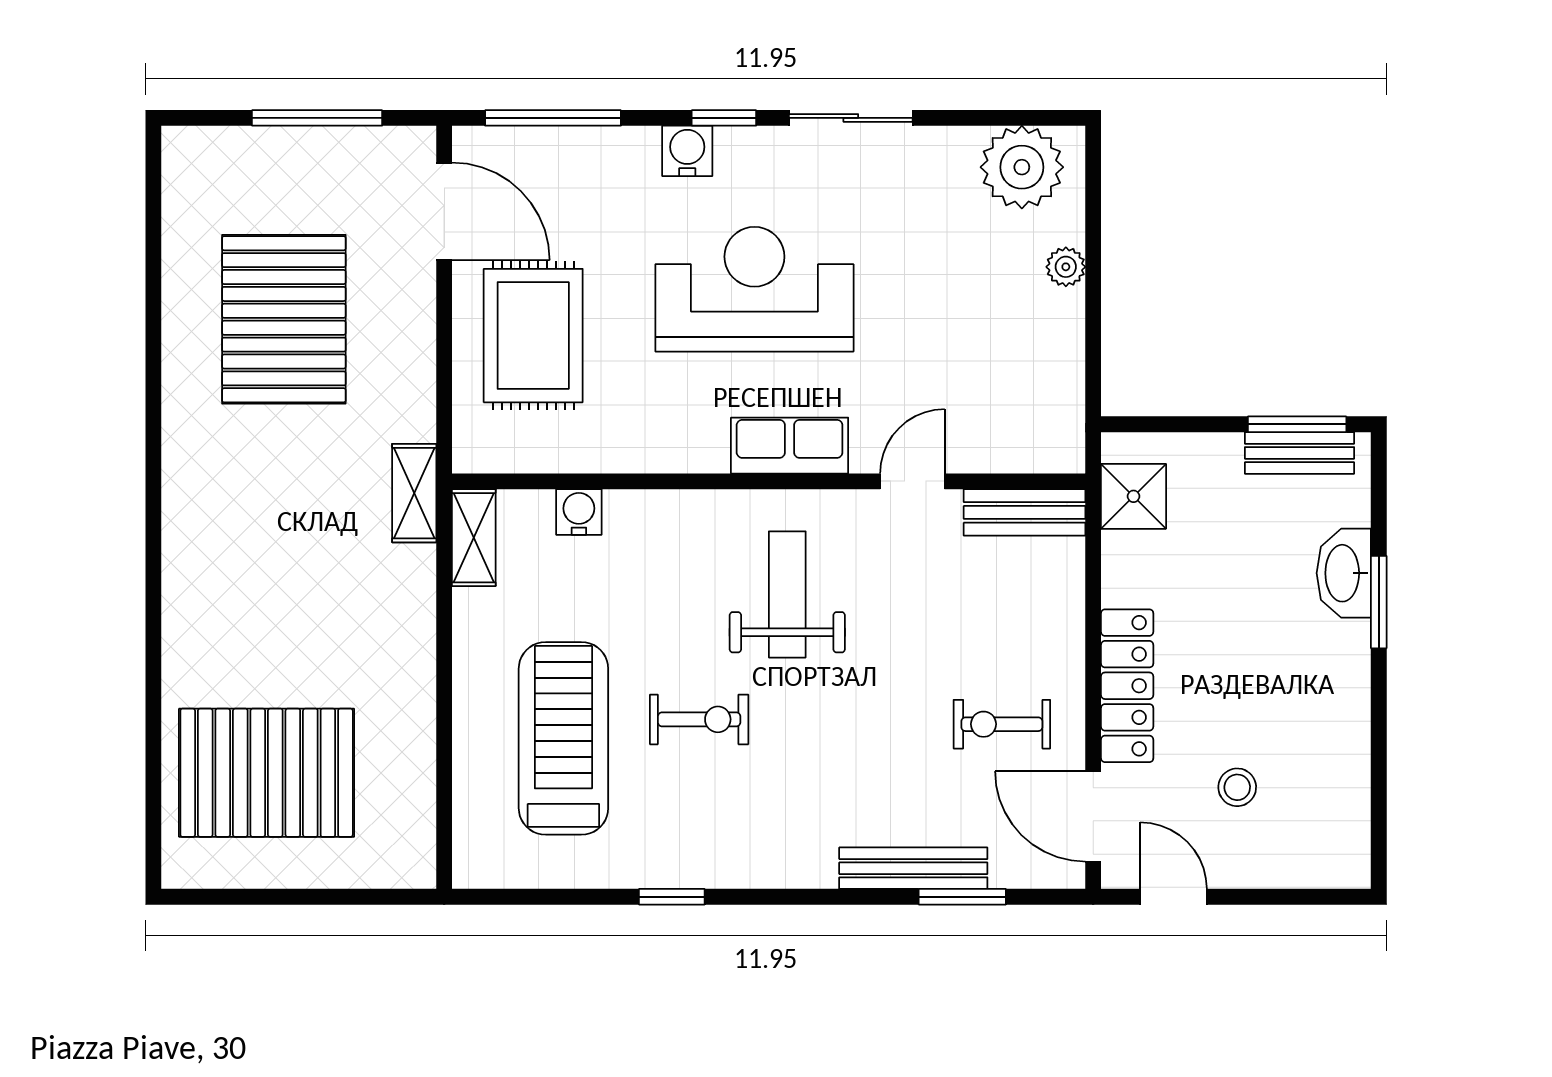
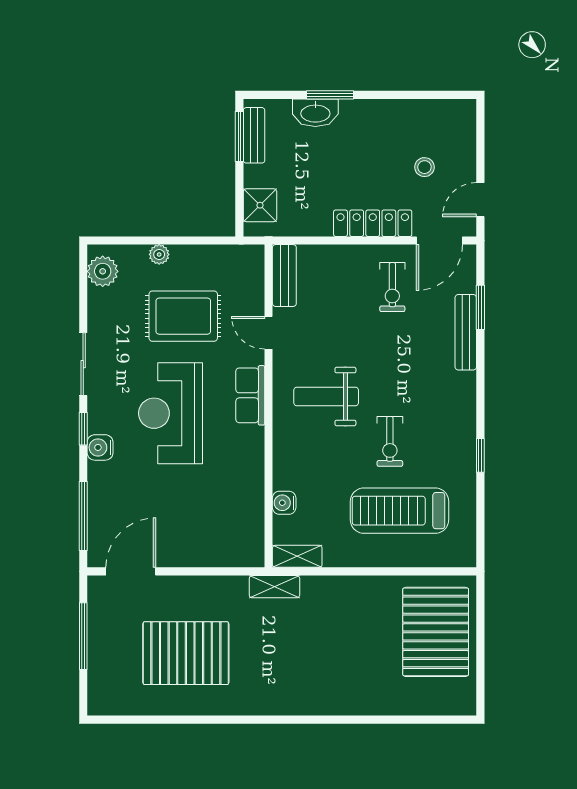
plant: (1022, 167) -> (103, 271), width x0.73, depth x0.73
rug: (533, 336) -> (183, 316), moved
shower: (1134, 496) -> (260, 205), moved
exercise bike: (699, 719) -> (390, 441), turned 180
pallet: (267, 773) -> (436, 632), moved

